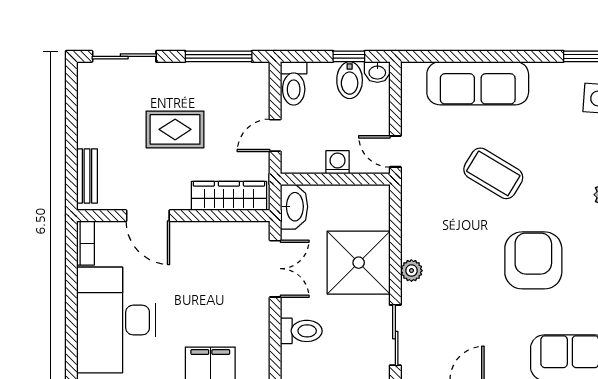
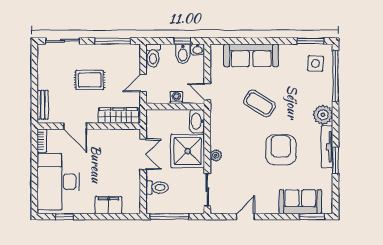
washbasin: (294, 207) -> (197, 121), moved, turned 180

